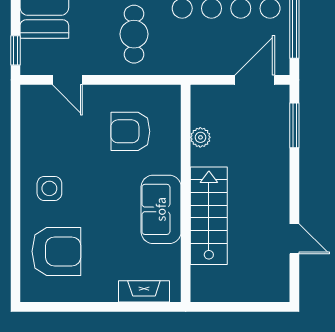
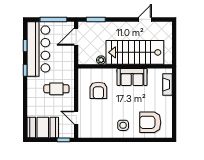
door: (67, 80) -> (76, 118), swing flipped
door: (255, 80) -> (76, 37), hinge flipped
stairs: (209, 216) -> (135, 52), width x1.36, depth x1.51
armchair: (56, 251) -> (150, 122), turned -90

